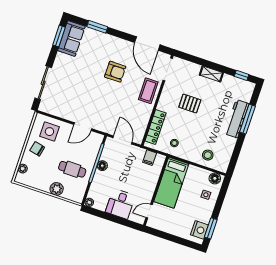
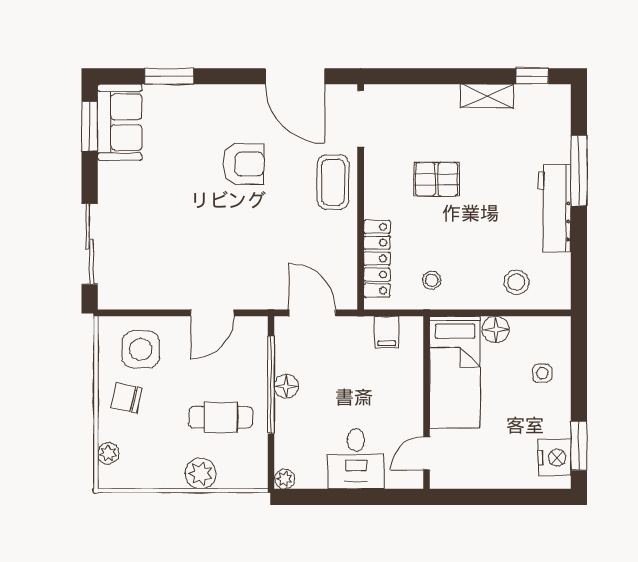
shelving: (211, 74) -> (487, 96), moved
workbench: (237, 119) -> (555, 208), moved
floor lamp: (215, 178) -> (496, 329), moved

